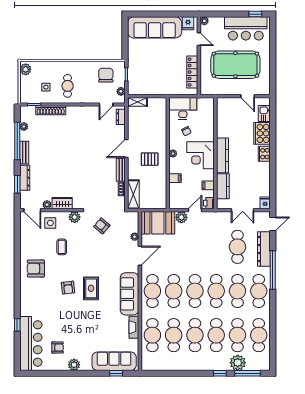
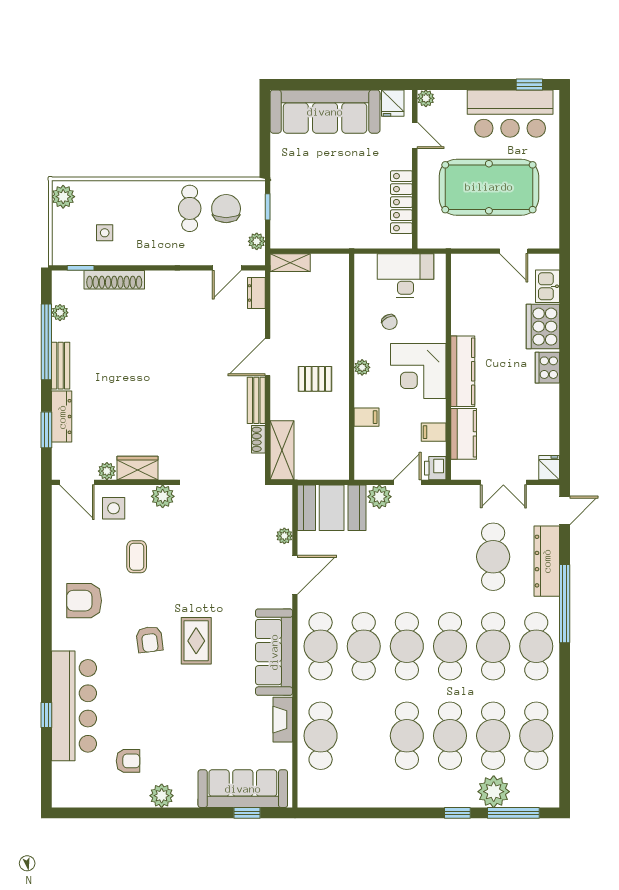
cafe table: (68, 86) -> (190, 208), moved
desk: (183, 108) -> (405, 276), moved
armchair: (102, 226) -> (218, 514), removed
cafe table: (174, 335) -> (364, 736), removed
bar counter: (31, 343) -> (74, 706), moved

